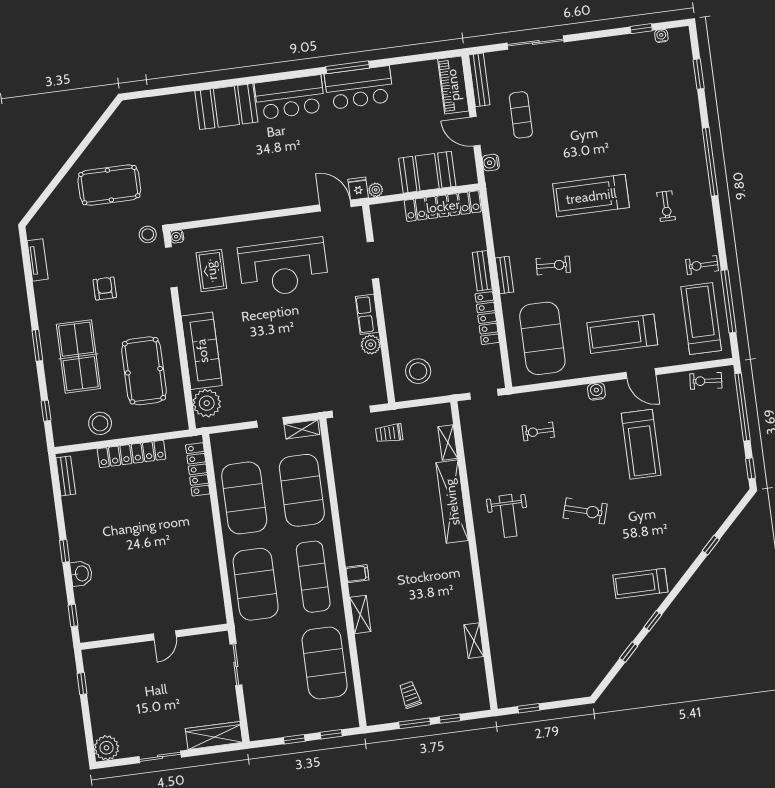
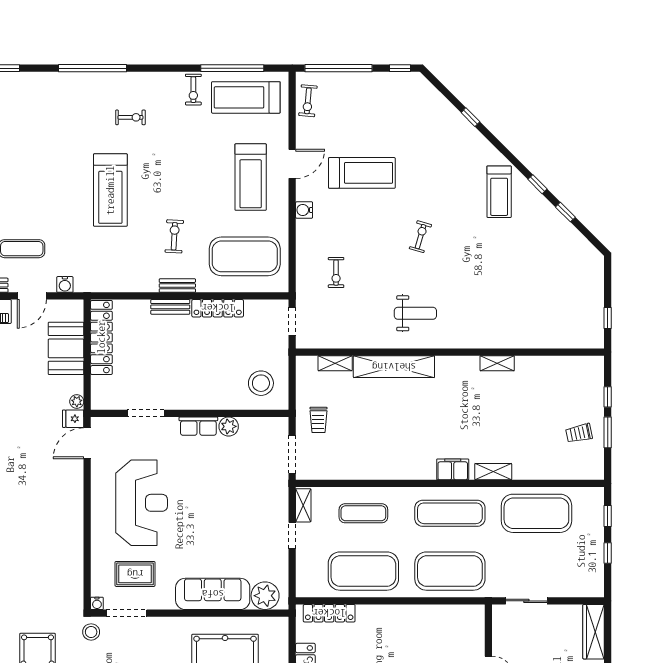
exercise mat: (302, 490) -> (363, 513), width x0.50, depth x0.69
exercise bike: (585, 511) -> (420, 237), width x0.73, depth x0.72
filing cabinet: (357, 574) -> (453, 469), width x2.00
shelving: (474, 641) -> (497, 363), moved

